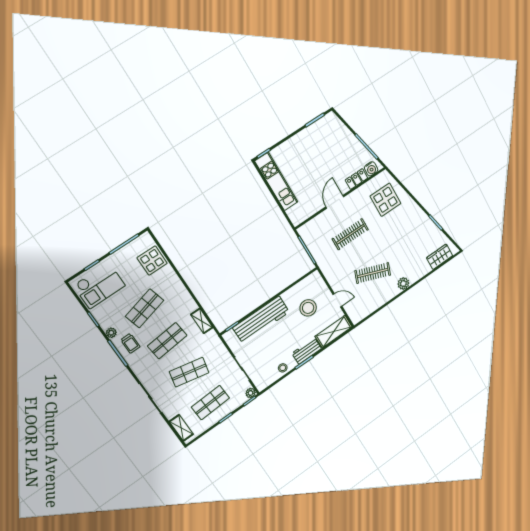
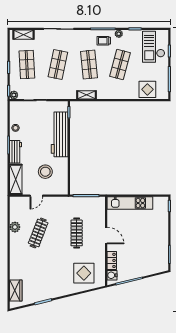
kitchen unit: (276, 182) -> (130, 203), moved
plant: (403, 284) -> (15, 227), moved
shop shelf: (145, 308) -> (120, 65), turned 30

